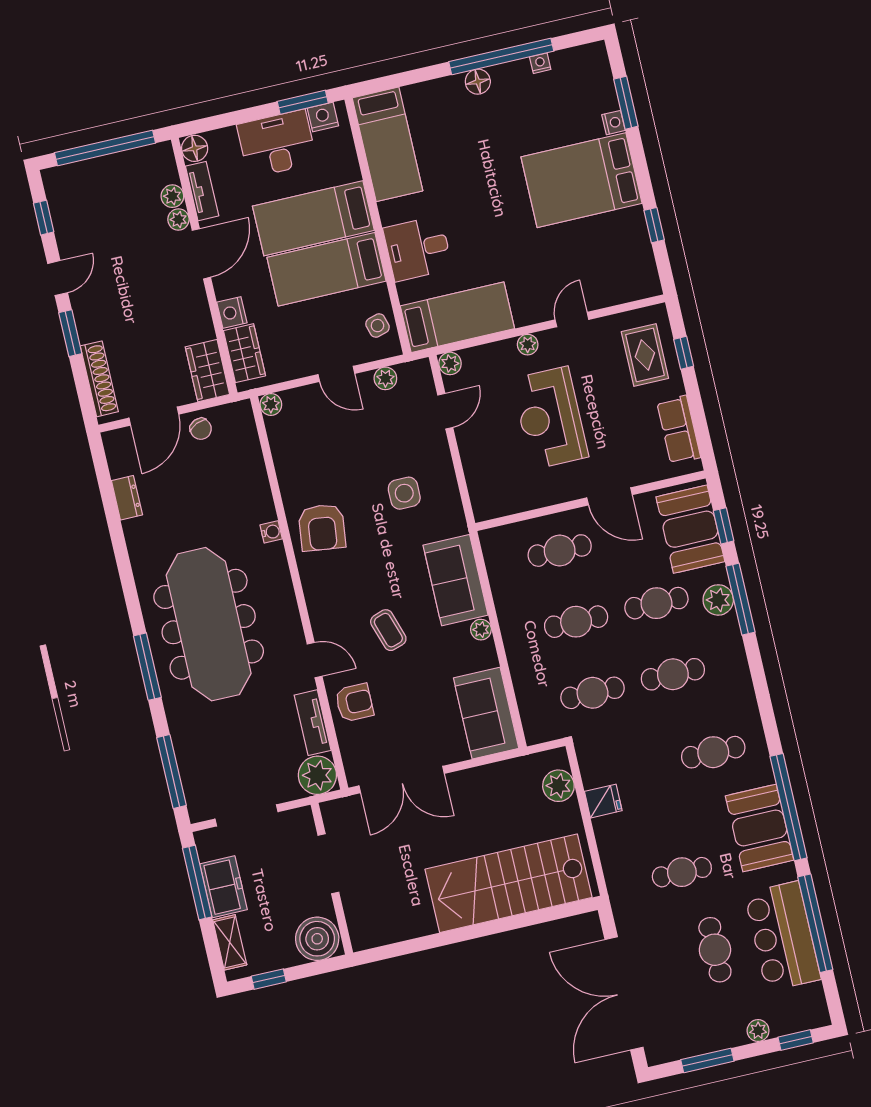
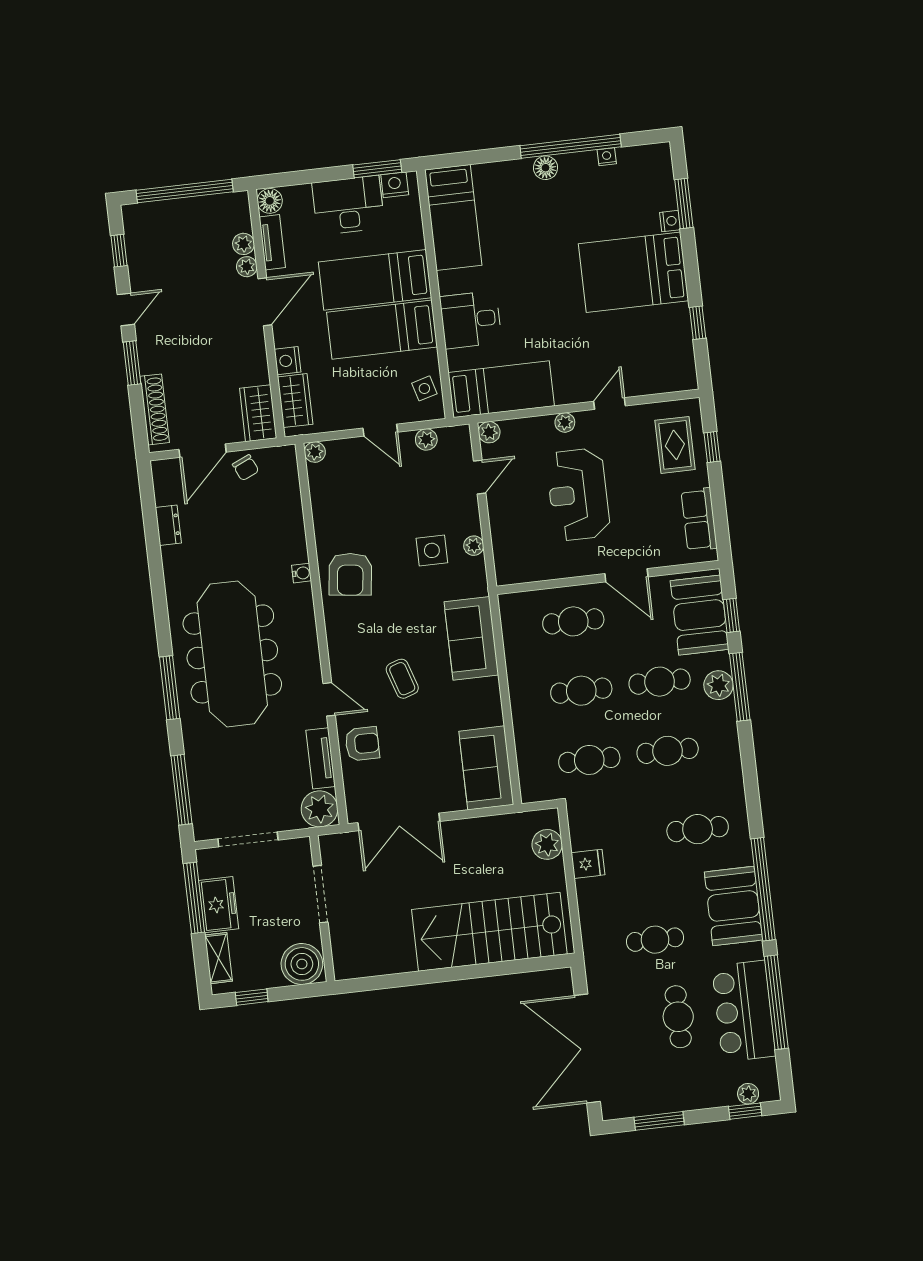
plant: (481, 630) -> (474, 546), moved
plant: (758, 1031) -> (748, 1094), moved

